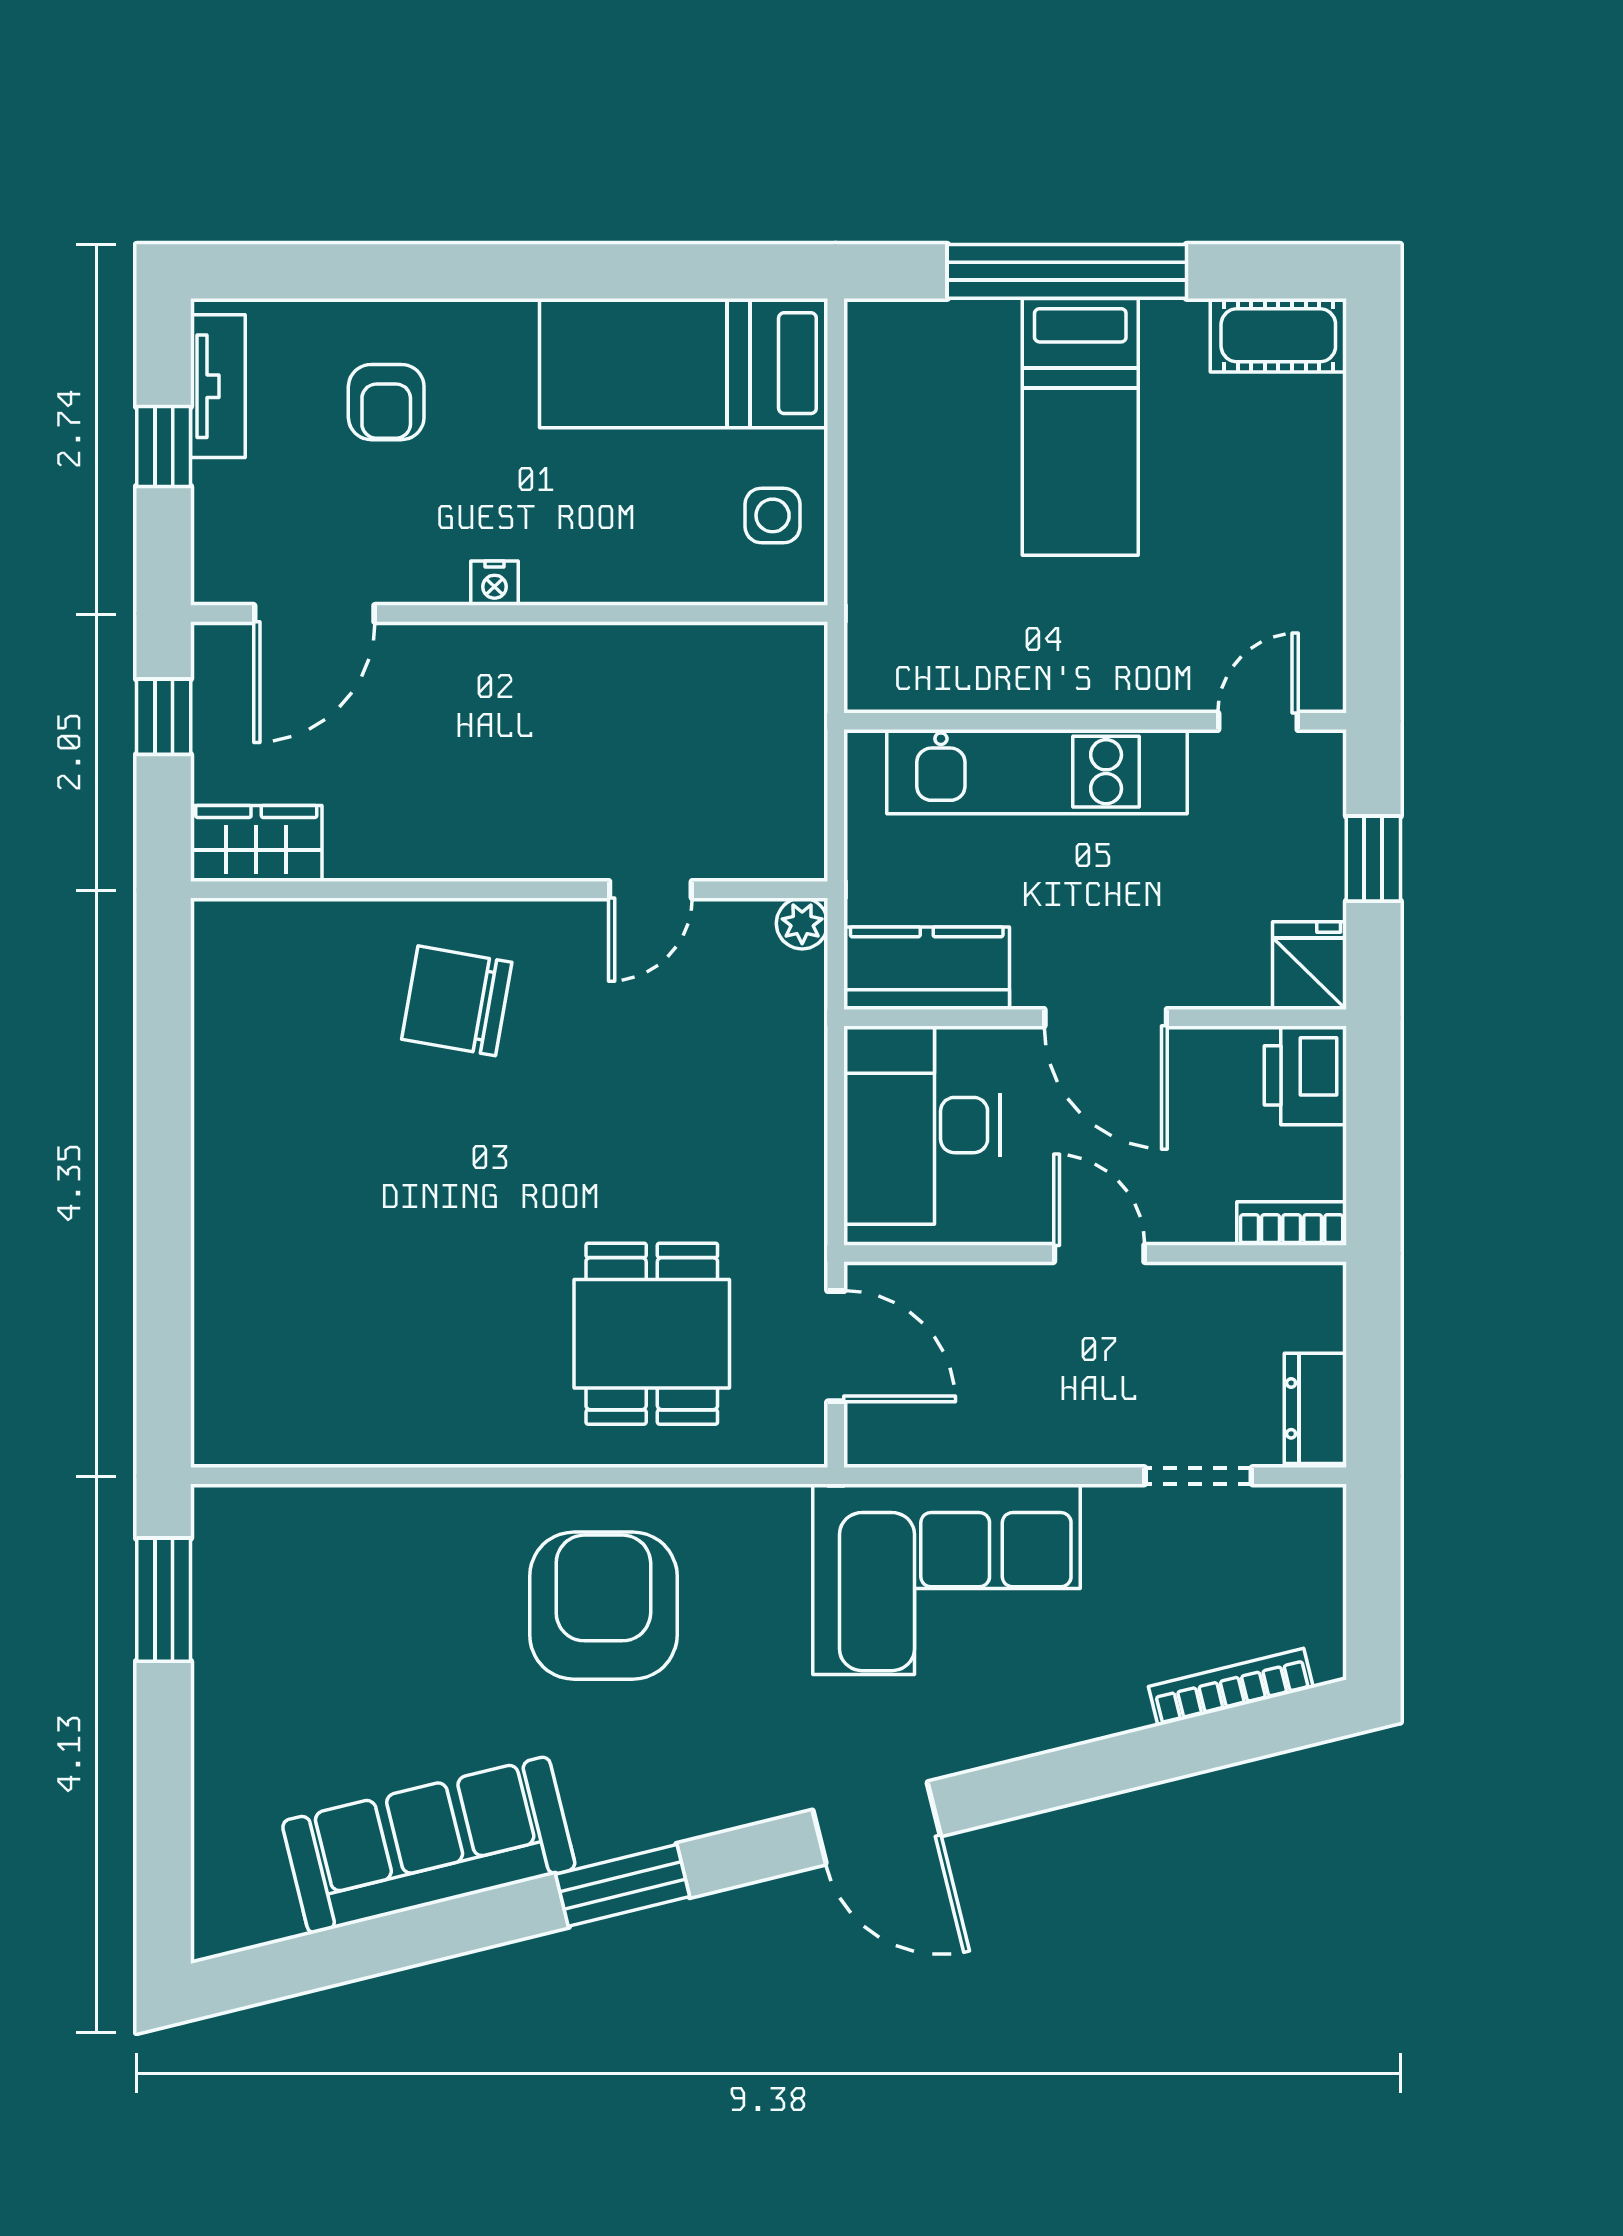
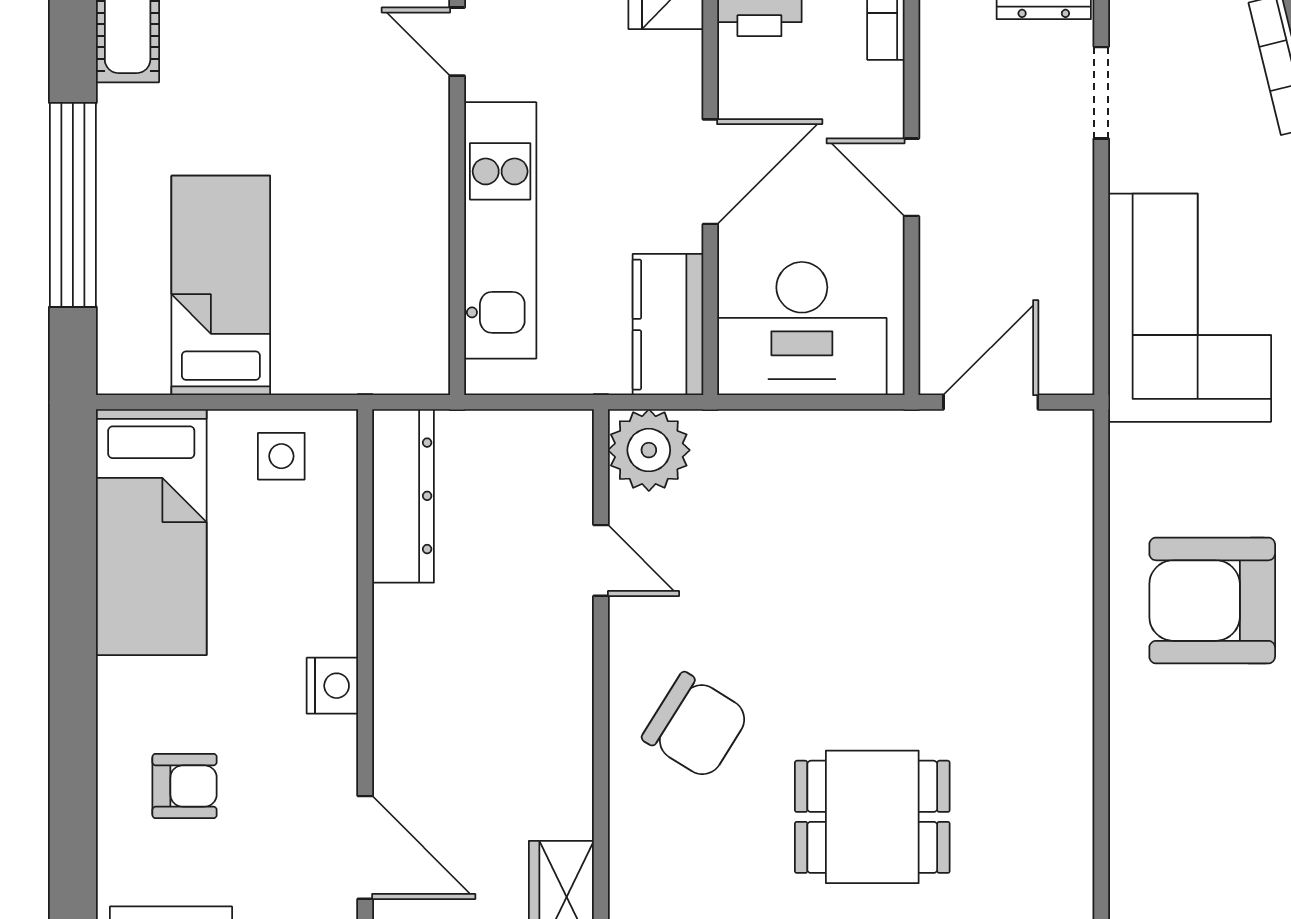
bed: (1080, 427) -> (221, 285), moved, turned -90
nightstand: (494, 583) -> (332, 686), width x1.39, depth x1.35
dresser: (726, 658) -> (403, 496), added
plant: (802, 923) -> (649, 450), width x1.88, depth x1.88
chair: (457, 1001) -> (696, 726), turned -68
door: (1099, 1253) -> (911, 177), hinge flipped
dining table: (652, 1334) -> (872, 817), moved

